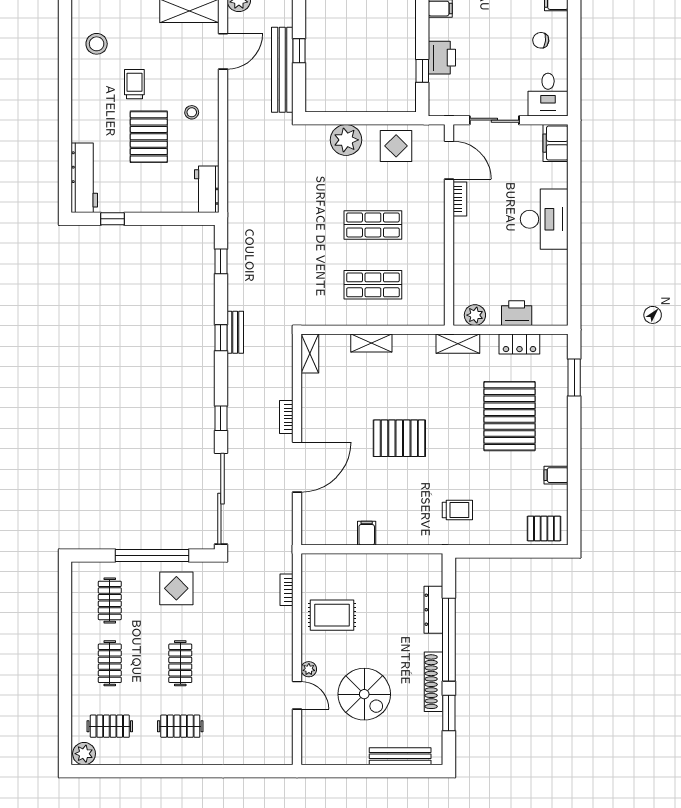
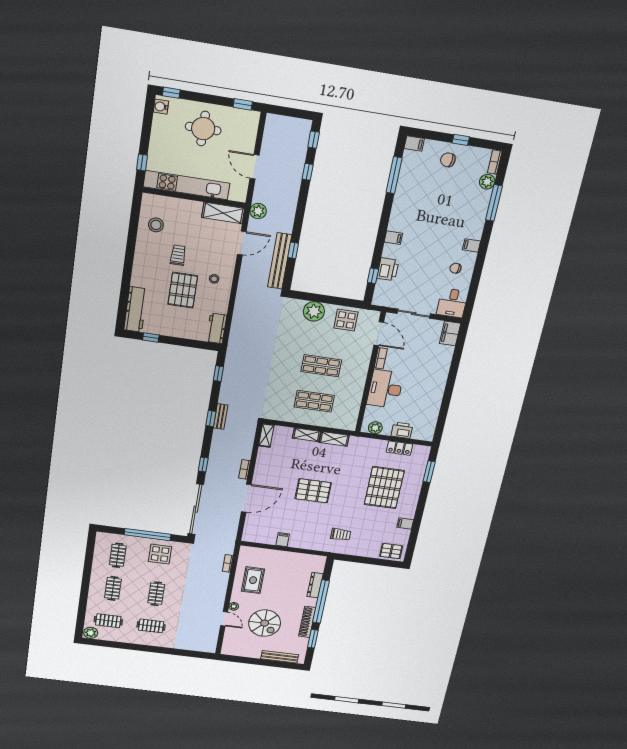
desk: (544, 219) -> (385, 389), moved, turned 180
shelving: (458, 344) -> (334, 439), moved
rug: (332, 615) -> (253, 580), turned 90

